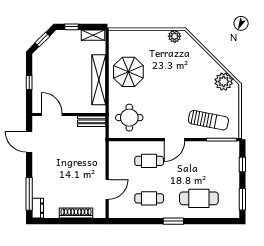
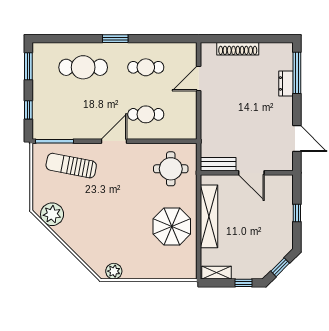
door: (52, 114) -> (251, 173), moved
dresser: (38, 208) -> (286, 84), moved

